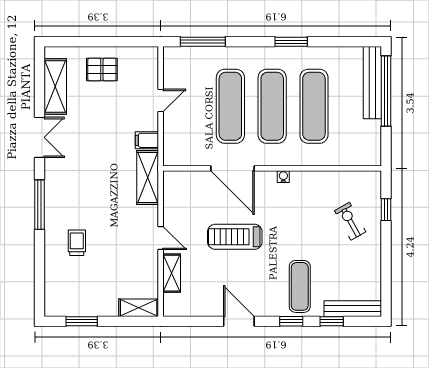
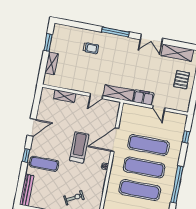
window: (203, 42) -> (186, 137), width x0.46
window: (291, 42) -> (177, 184), width x2.11
filing cabinet: (147, 140) -> (143, 97), width x2.00
treadmill: (235, 237) -> (79, 147), moved
door: (161, 238) -> (96, 96), moved
shelving: (139, 308) -> (52, 63), moved
window: (332, 321) -> (22, 177), removed

